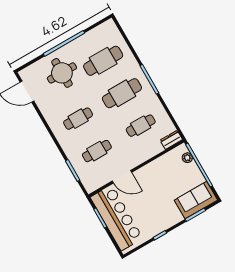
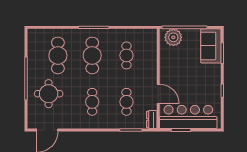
dresser: (171, 140) -> (152, 120), moved
plant: (187, 158) -> (173, 37), width x1.88, depth x1.88
door: (122, 177) -> (158, 94), hinge flipped

